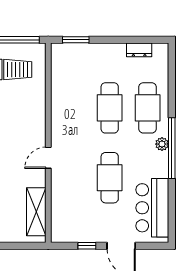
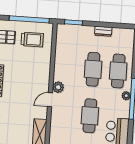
dresser: (139, 50) -> (103, 31), moved
plant: (59, 138) -> (58, 87), added

